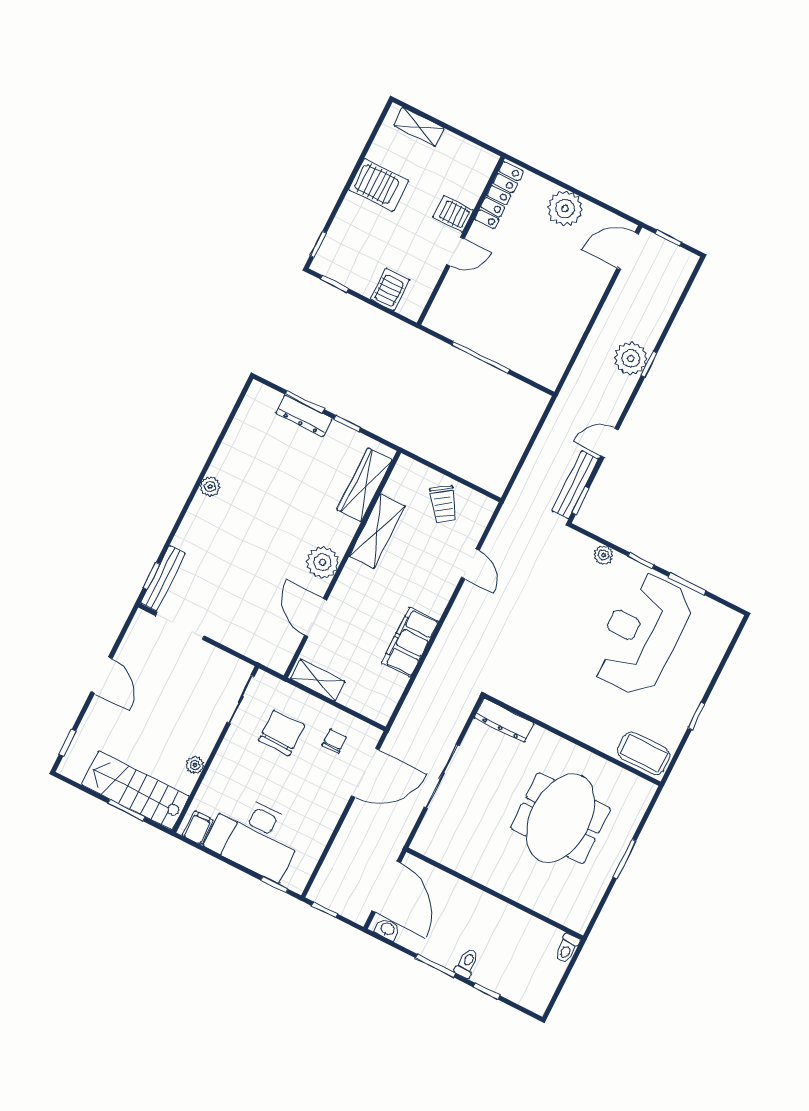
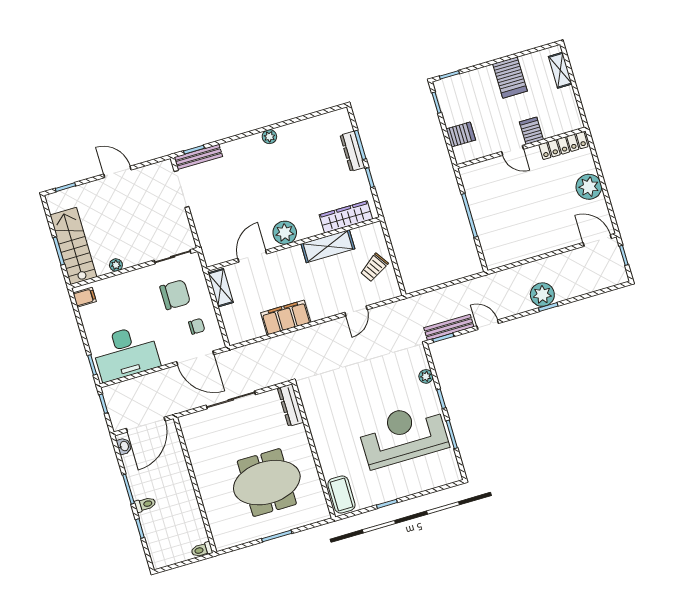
door: (102, 675) -> (117, 172), swing flipped
desk: (255, 837) -> (126, 353), moved, turned -90

